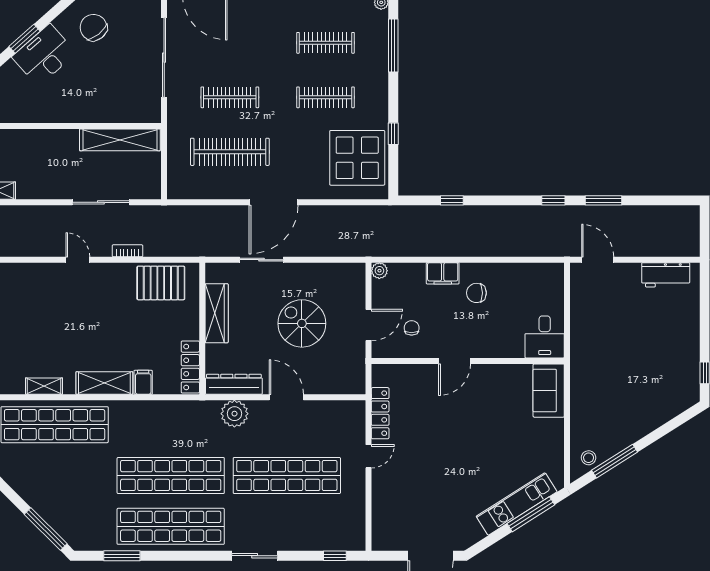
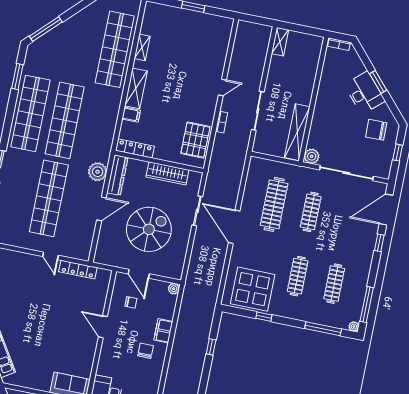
chair: (94, 27) -> (376, 130), turned -142
plant: (150, 112) -> (312, 156), added
spiral stairs: (302, 323) -> (149, 229), width x1.37, depth x1.37

